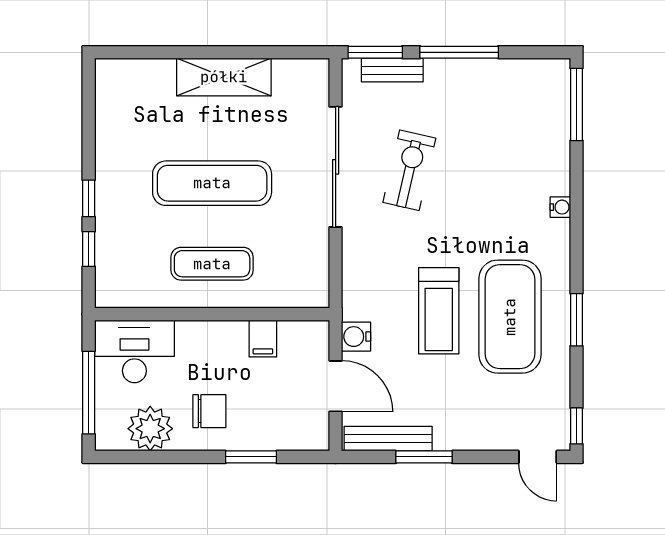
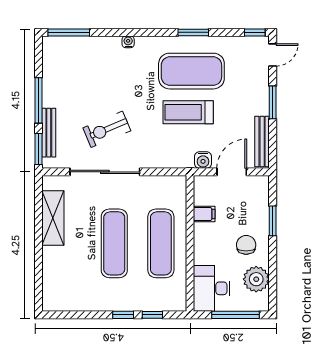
bench: (392, 70) -> (49, 133), width x1.36
shelving: (224, 77) -> (53, 218), moved
exercise bike: (409, 170) -> (107, 129), turned -36
exercise mat: (212, 264) -> (161, 243), width x1.36, depth x1.45
treadmill: (439, 311) -> (188, 112), turned 180
window: (424, 457) -> (273, 102), moved

